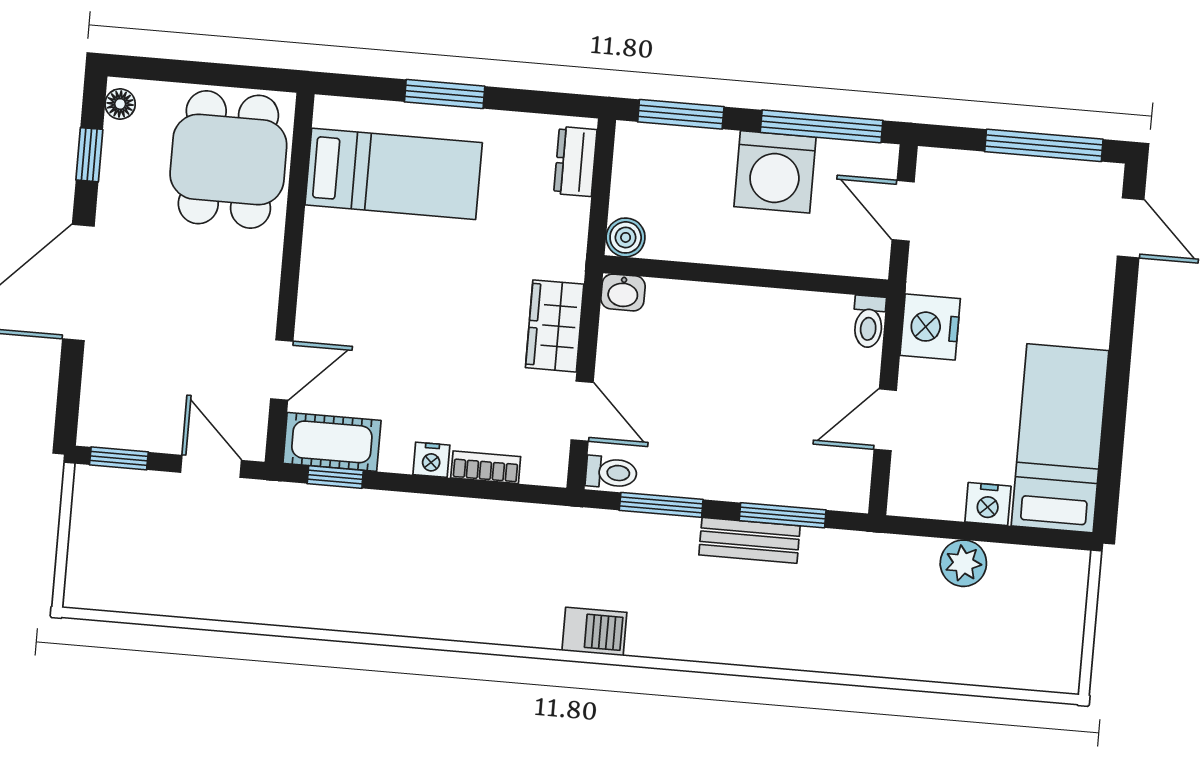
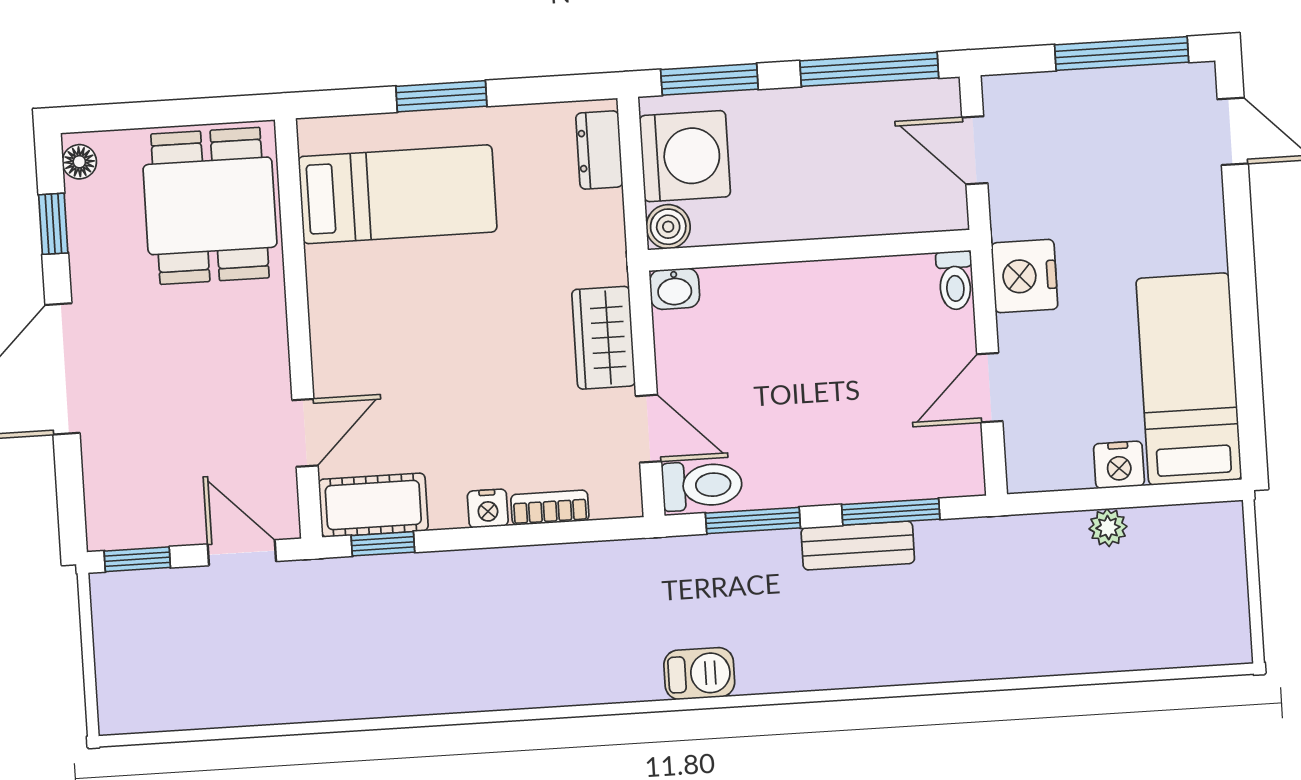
washing machine: (775, 172) -> (685, 156), moved, turned -90
toilet: (611, 472) -> (702, 485), width x1.37, depth x1.39
plant: (963, 563) -> (1108, 528), width x0.73, depth x0.73

